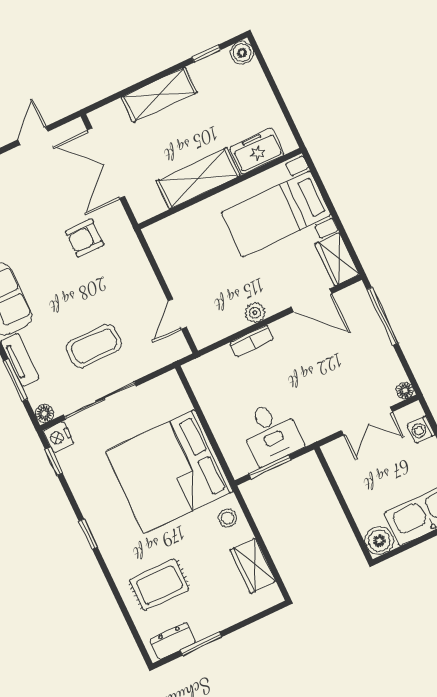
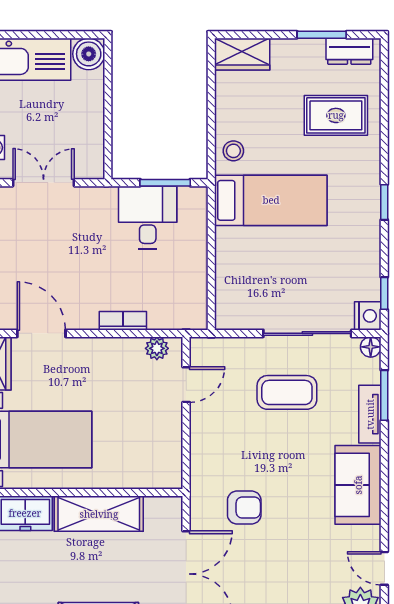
plant: (255, 313) -> (157, 348), moved
bed: (169, 472) -> (271, 200), width x0.49
wardrobe: (253, 566) -> (242, 54), moved, turned 90

